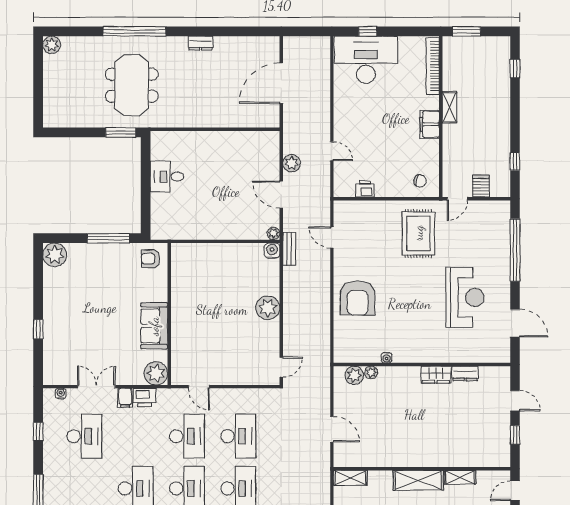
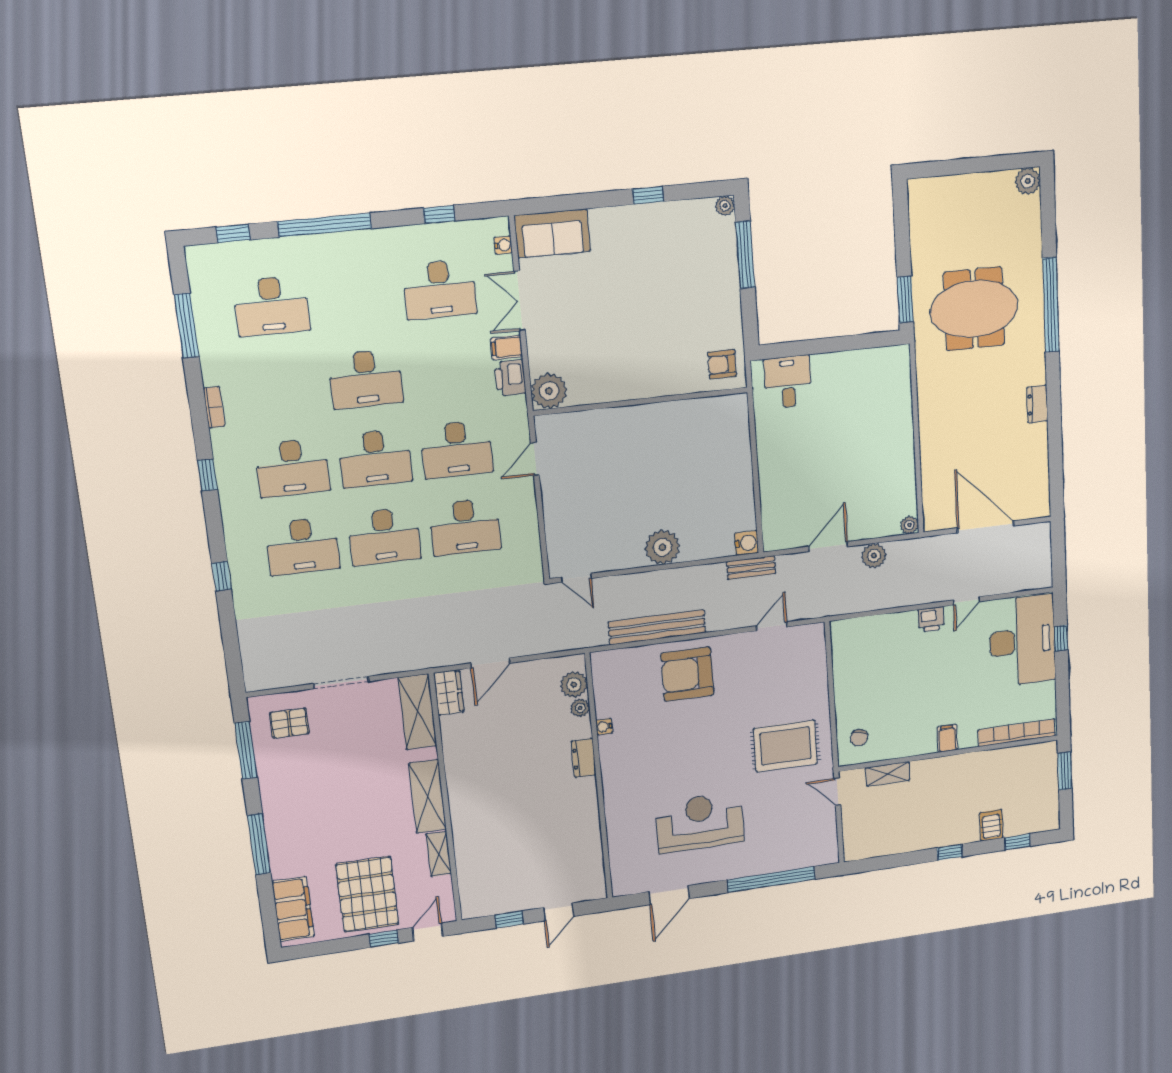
shelving: (449, 107) -> (888, 774), moved
filing cabinet: (430, 124) -> (947, 738), width x0.50
door: (332, 151) -> (966, 601), moved
window: (515, 161) -> (950, 852), moved
desk: (167, 177) -> (788, 382), moved
server rack: (481, 186) -> (991, 825), moved, turned -90
printer: (365, 189) -> (931, 619), moved, turned 90
plant: (273, 233) -> (909, 525), moved
window: (108, 238) -> (745, 255), moved
plant: (55, 255) -> (725, 206), width x0.53, depth x0.53
armchair: (151, 259) -> (722, 364), turned -90
reception desk: (465, 297) -> (700, 822), turned 180
bench: (322, 316) -> (657, 627), added
sofa: (154, 326) -> (552, 233), moved, turned 180
window: (38, 329) -> (648, 195), moved
dresser: (465, 373) -> (584, 758), moved
wardrobe: (436, 375) -> (449, 692), moved, turned 180
double door: (96, 387) -> (520, 301), swing flipped
shelving: (350, 478) -> (417, 712), width x1.50, depth x1.33
door: (515, 491) -> (428, 932), hinge flipped

